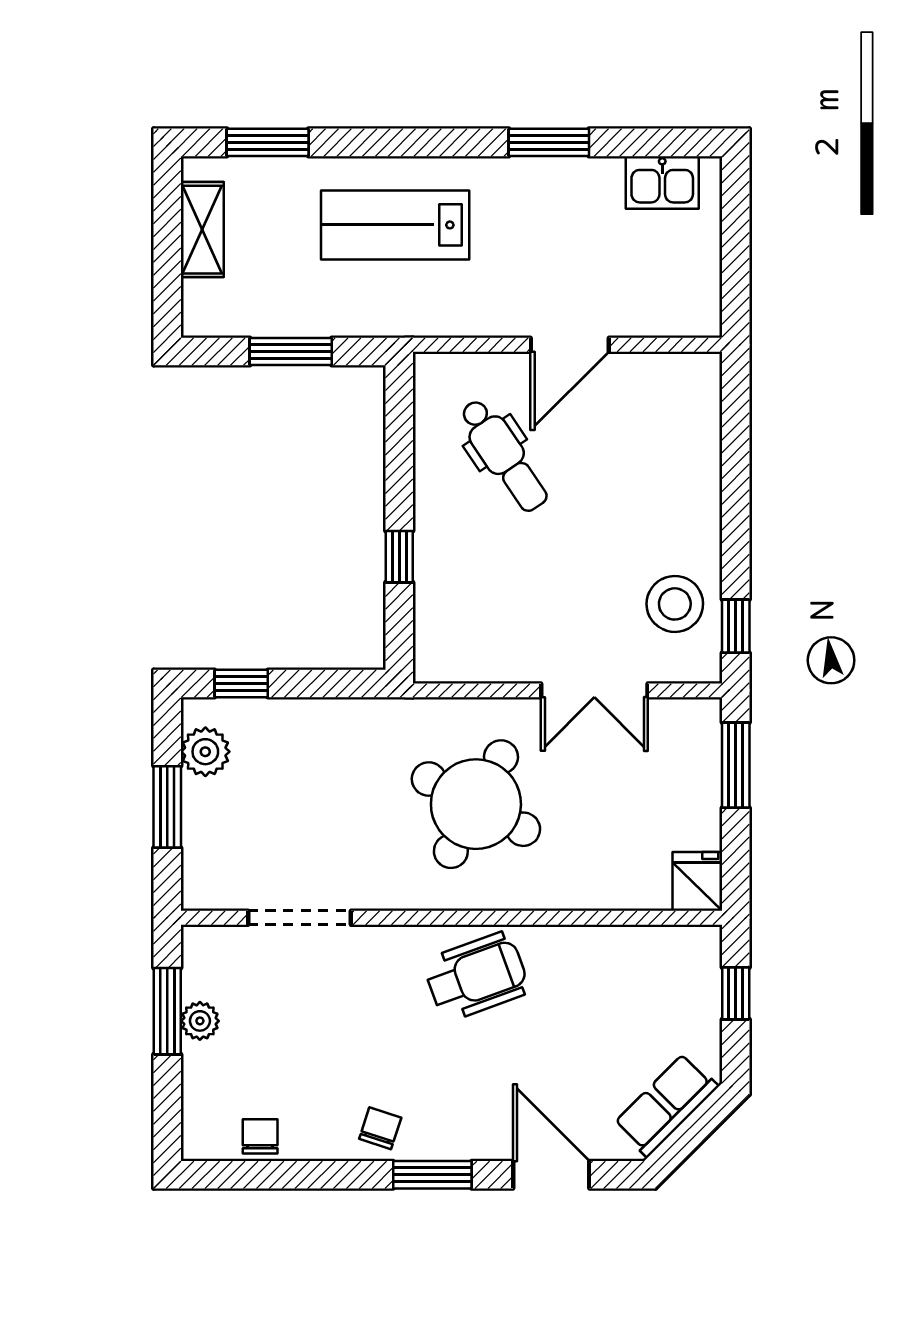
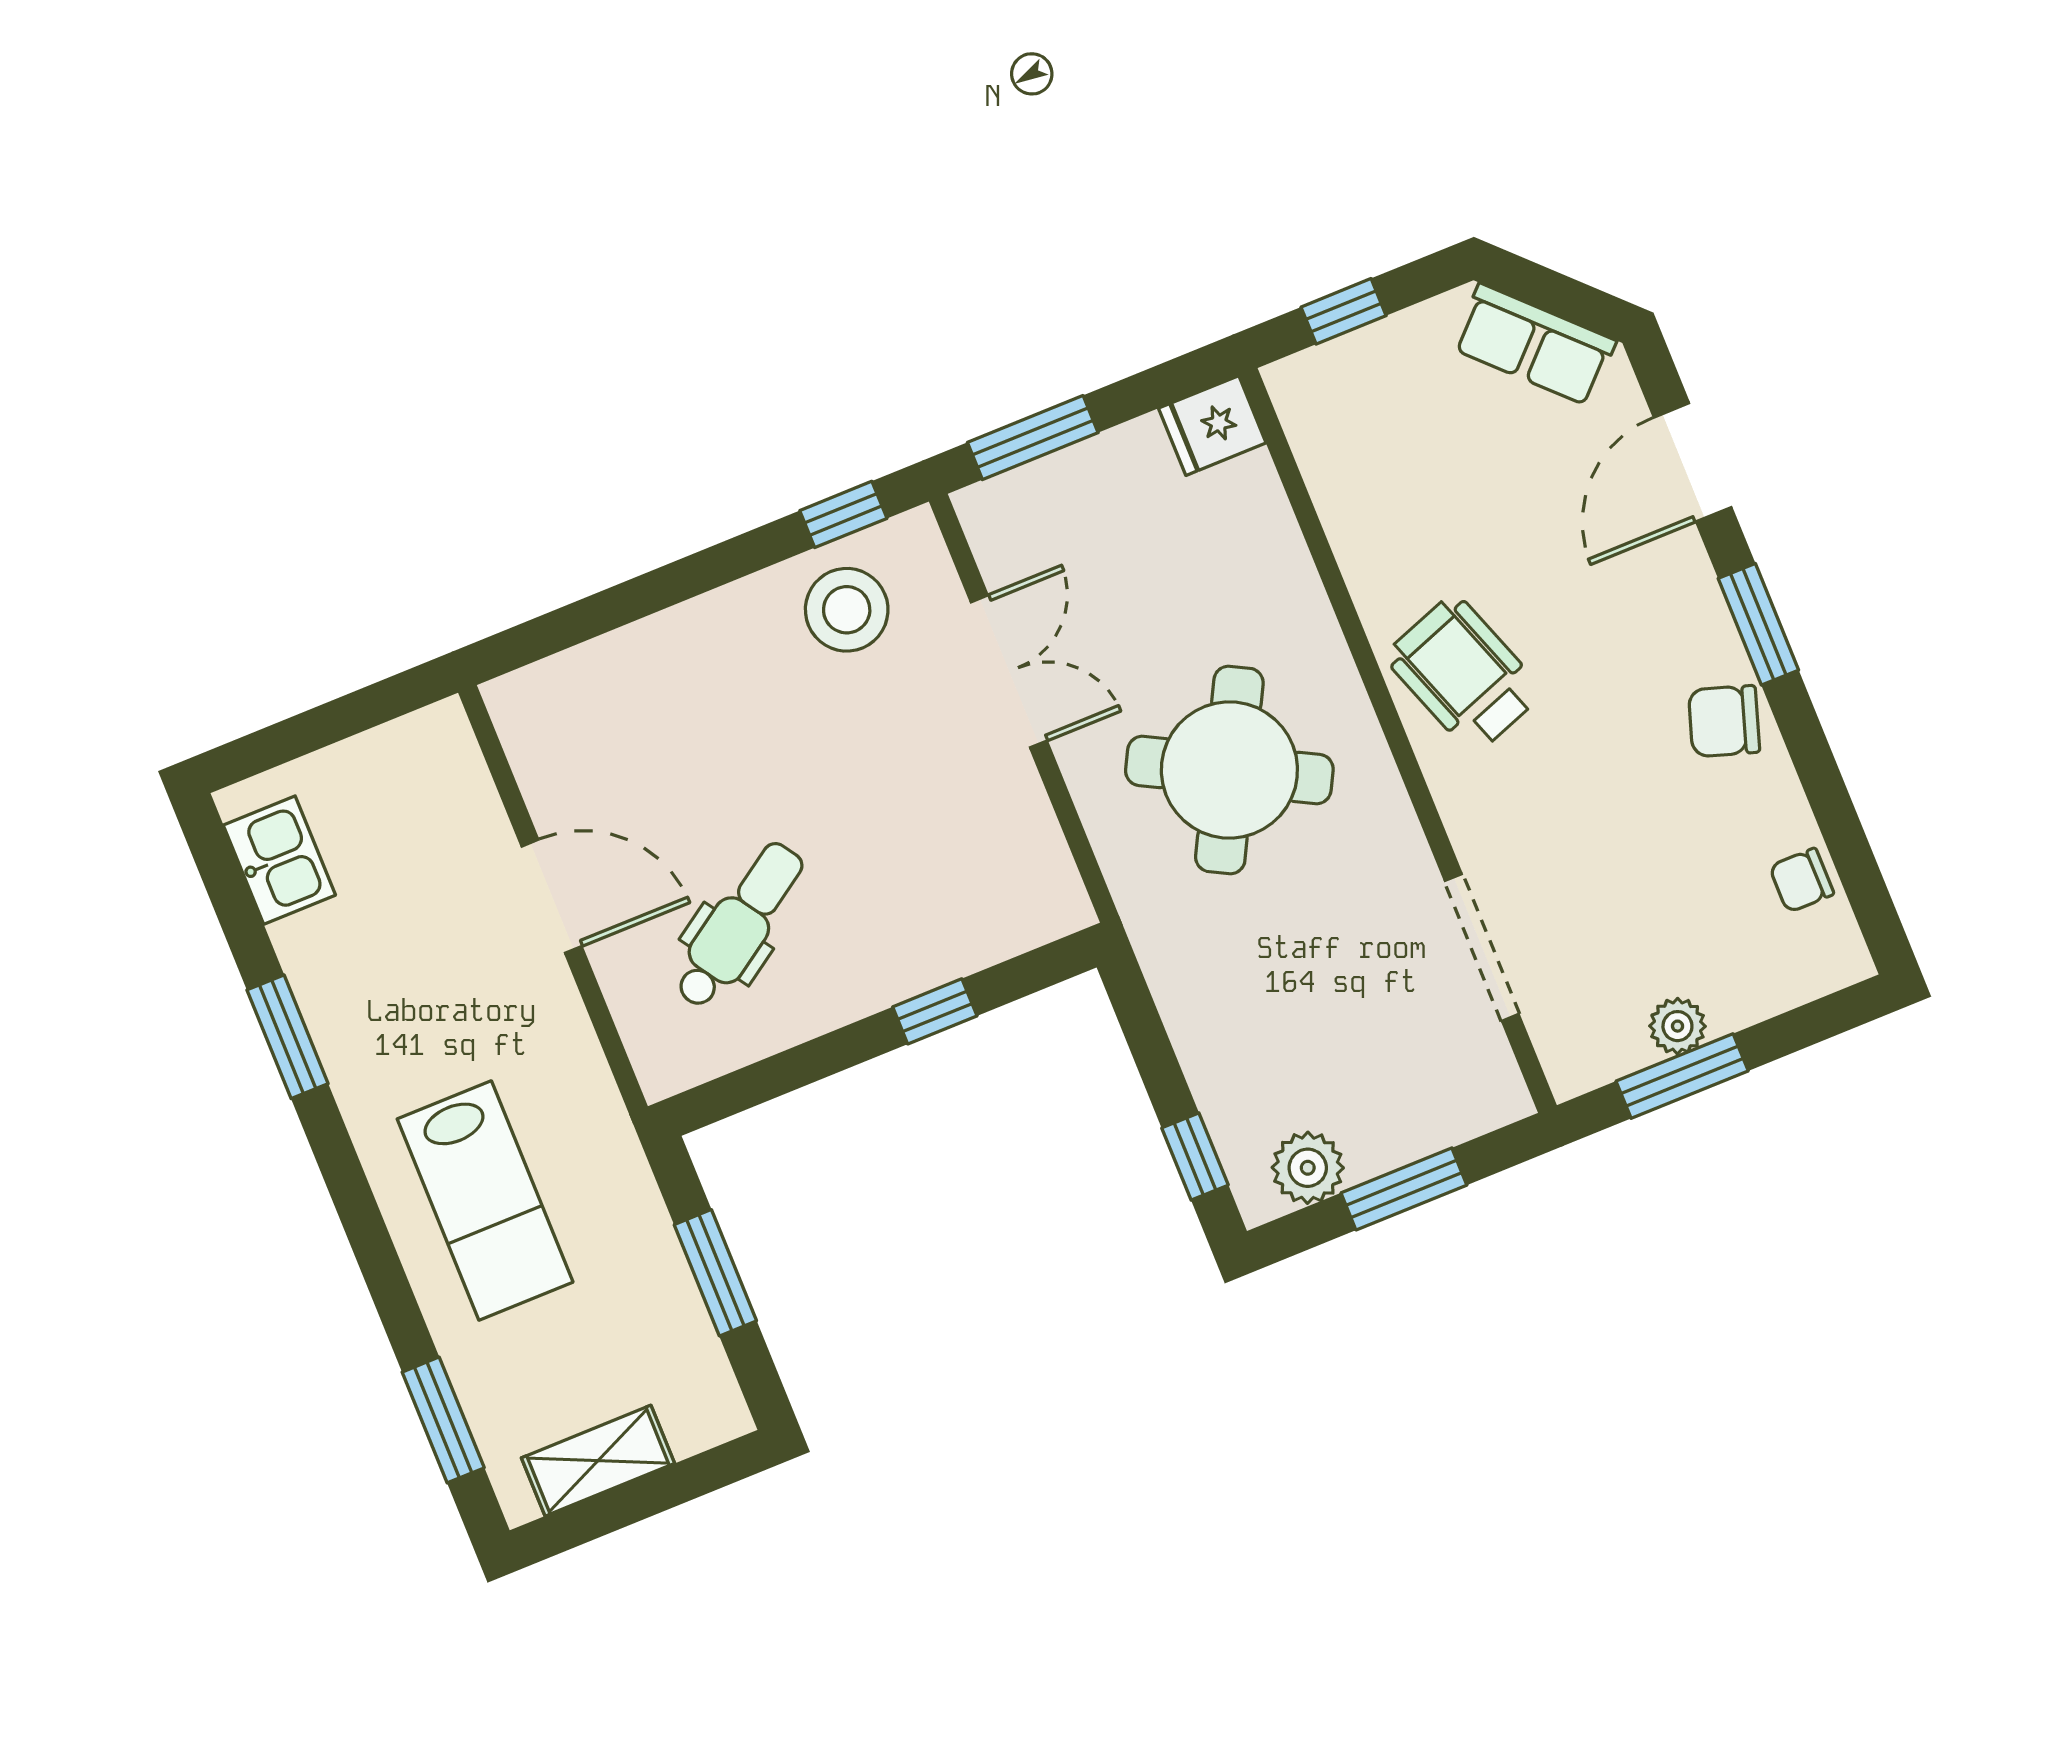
chair: (380, 1128) -> (1724, 721), width x1.37, depth x1.37

